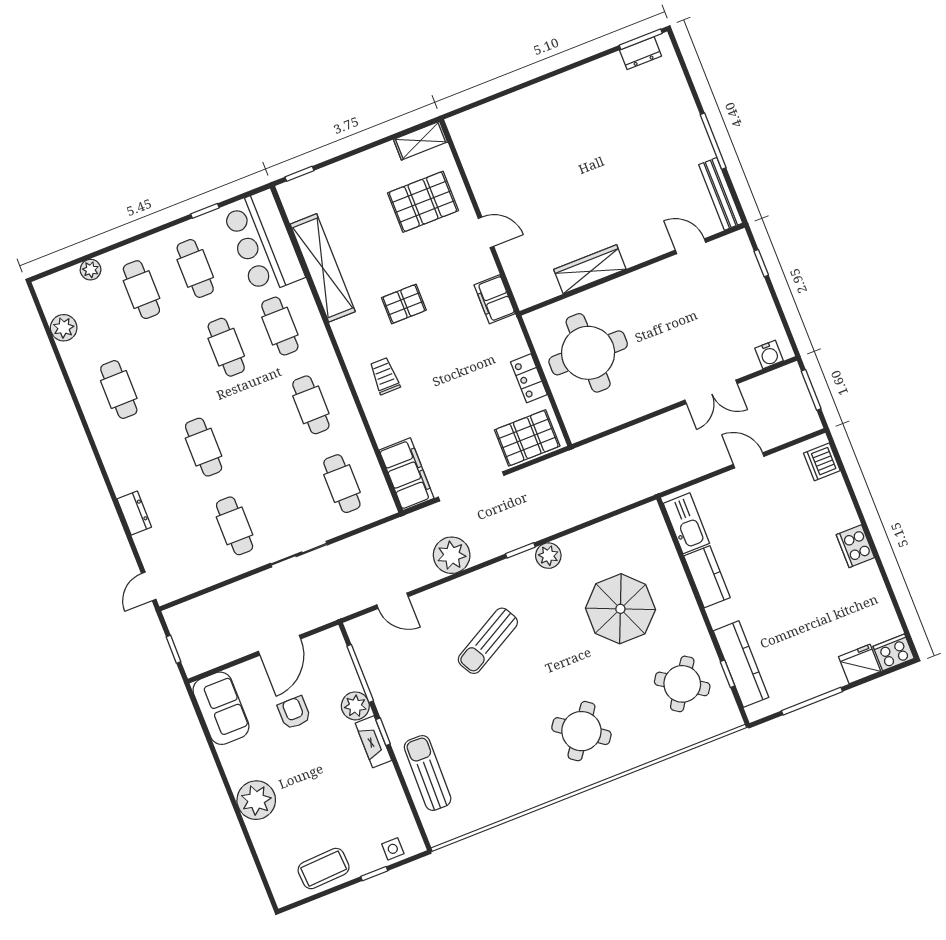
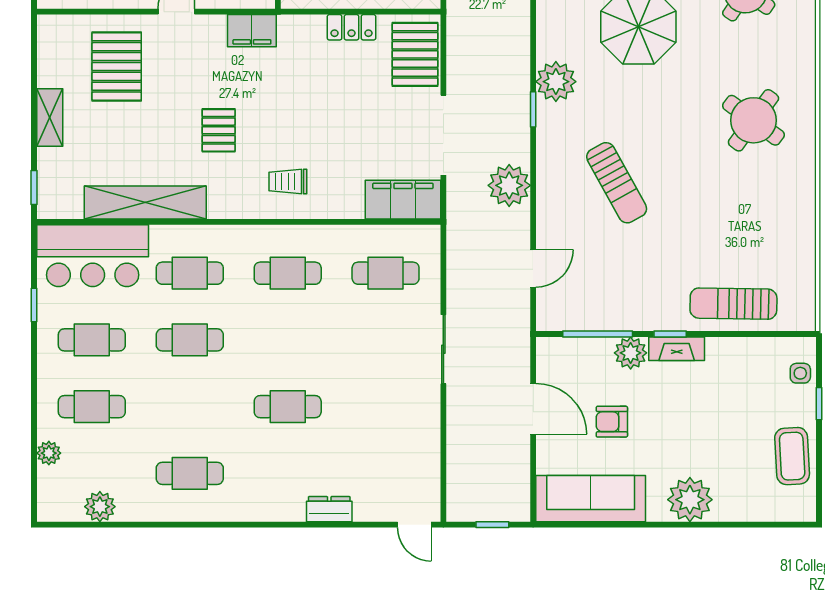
shelving: (421, 141) -> (50, 117), moved
cafe table: (235, 526) -> (386, 407), removed
plant: (548, 556) -> (556, 82), width x1.36, depth x1.36
sofa: (221, 708) -> (591, 499), width x1.36

